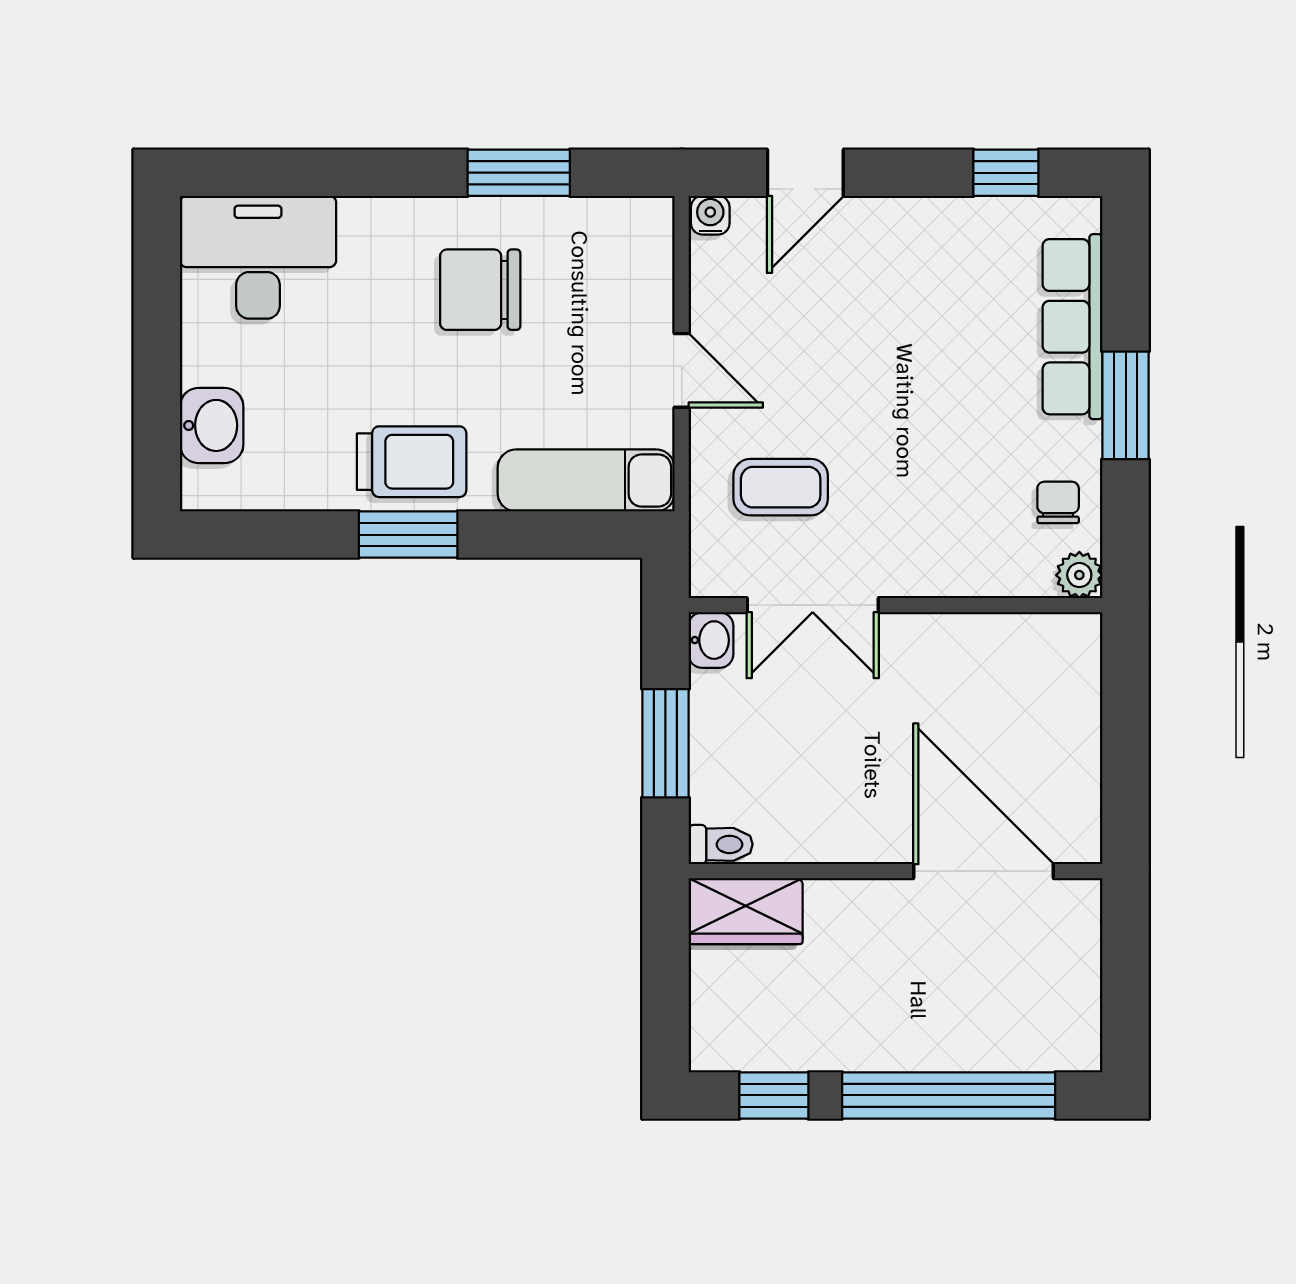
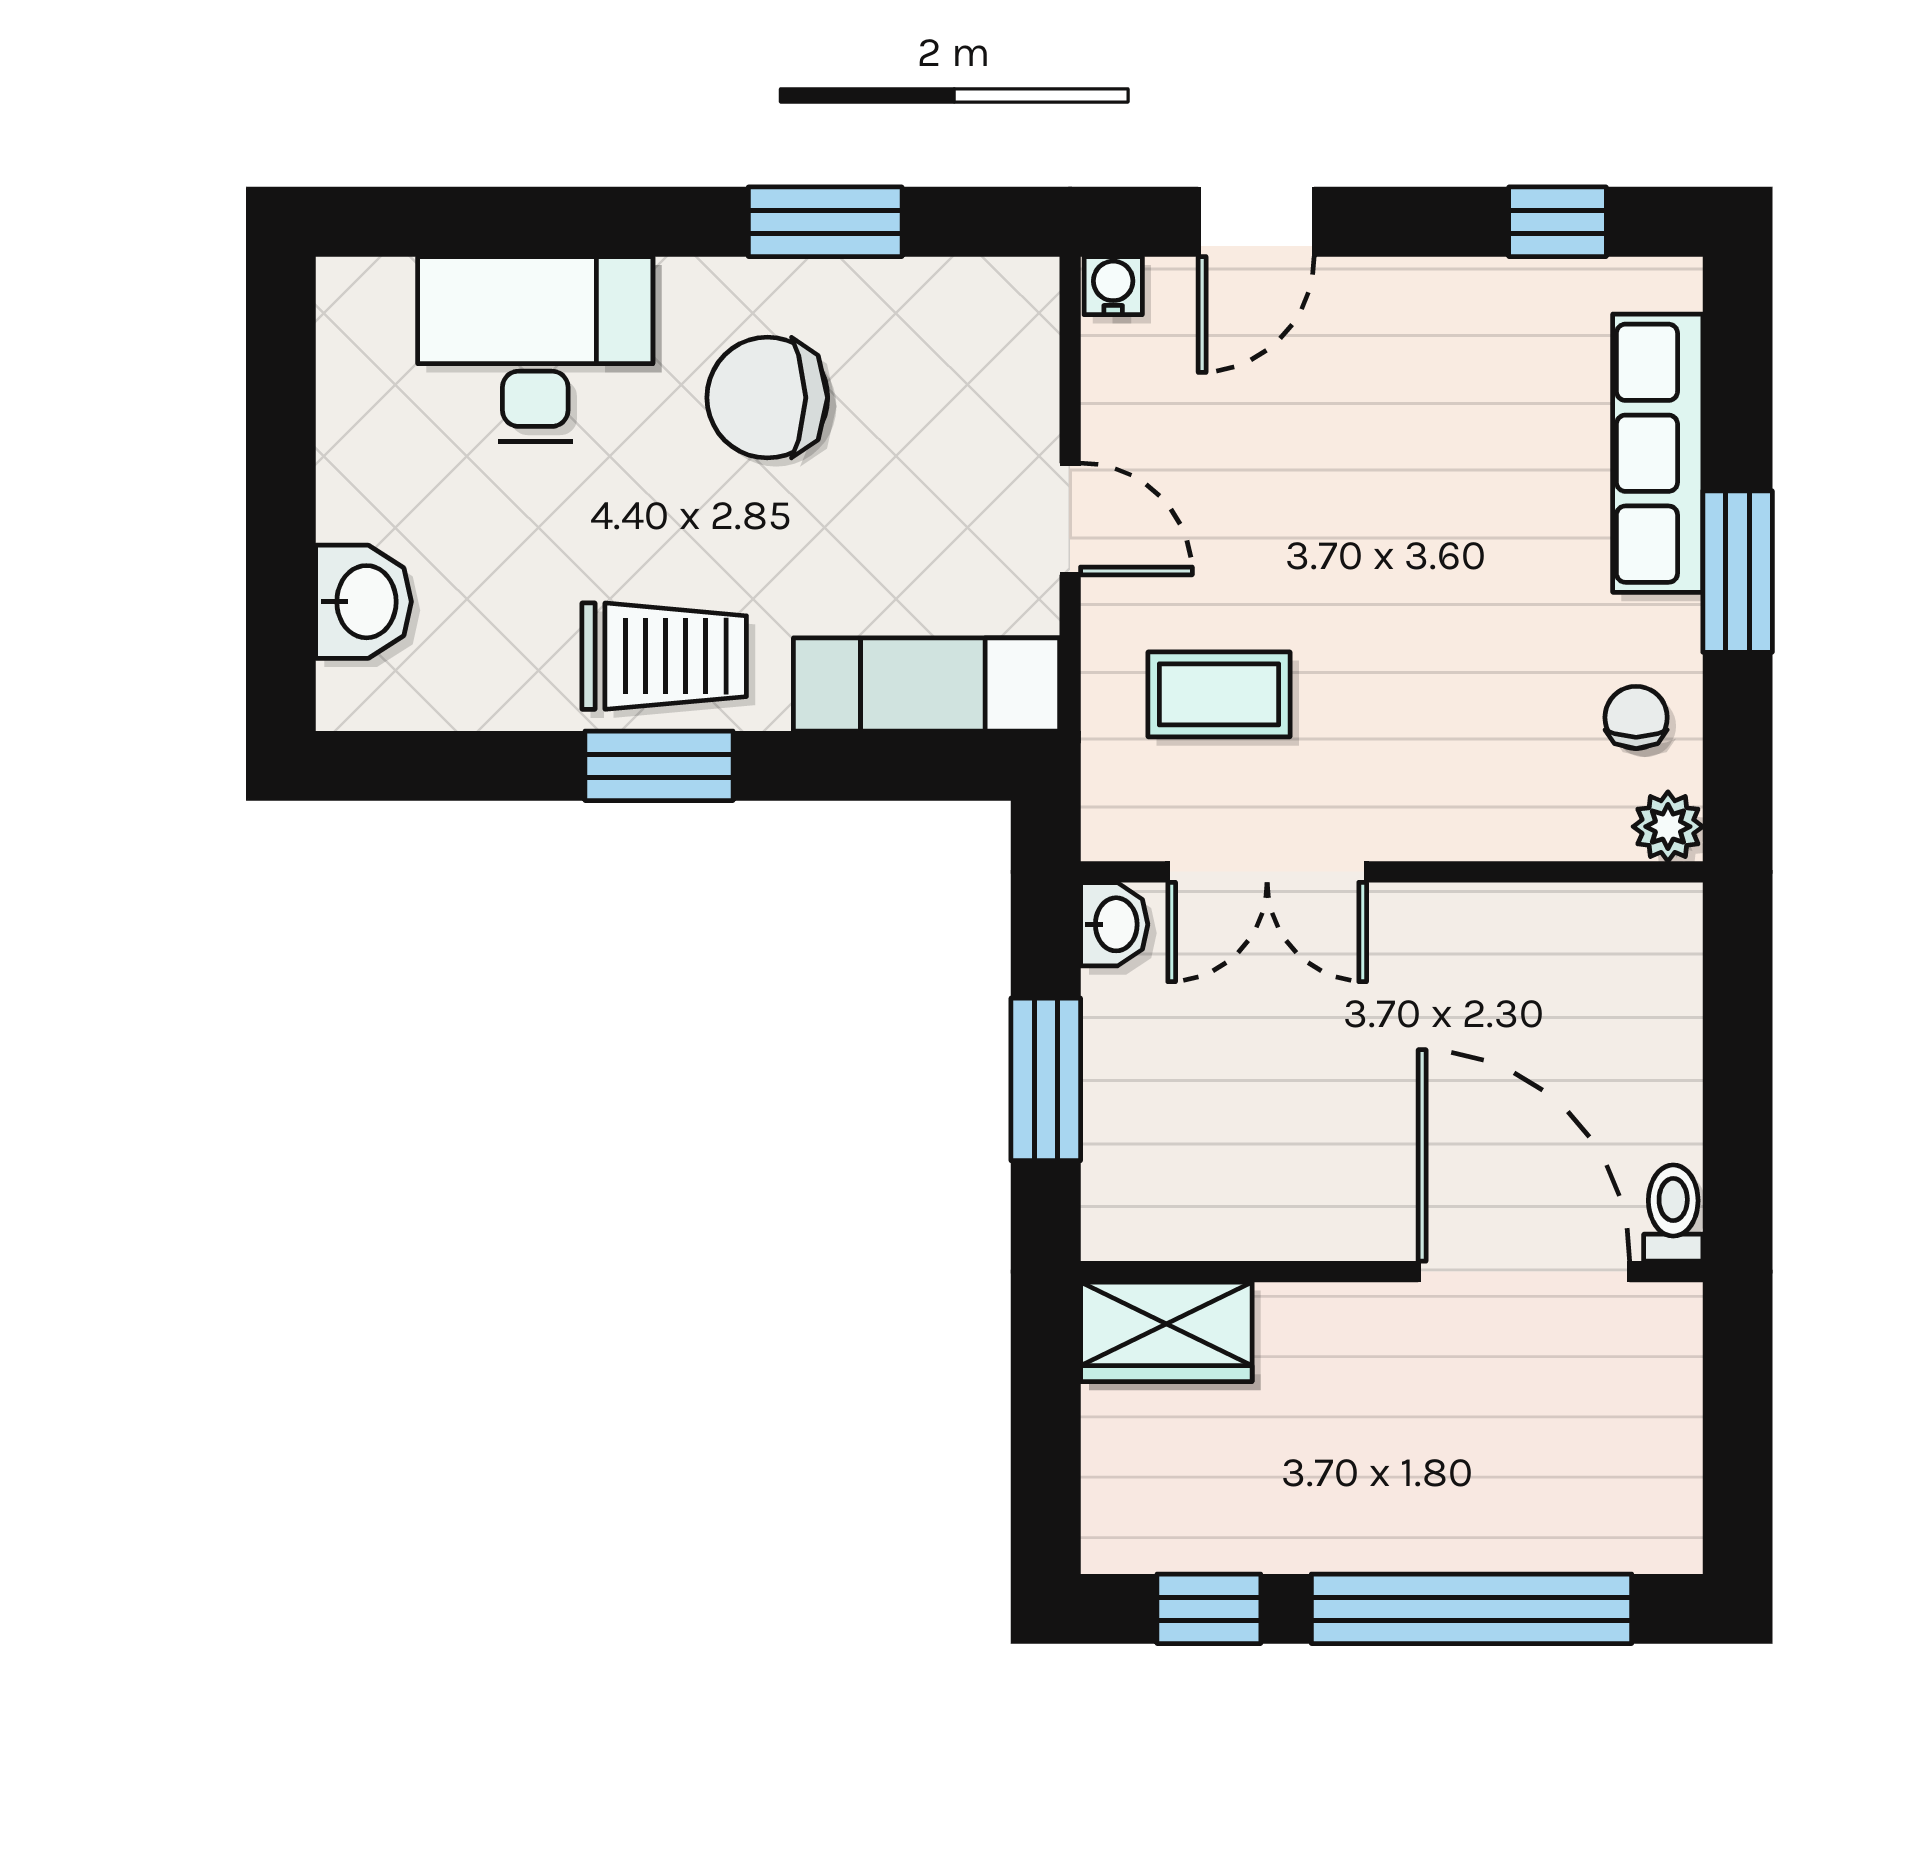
desk: (258, 257) -> (535, 349), moved
toilet: (721, 844) -> (1673, 1213), moved, turned -90

